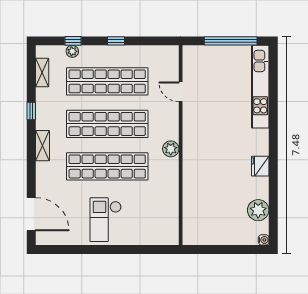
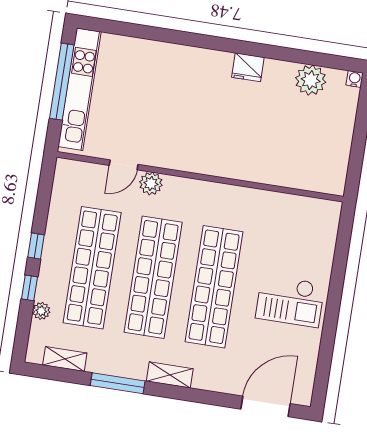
window: (73, 41) -> (29, 288), moved
kitchen unit: (260, 87) -> (80, 89), moved, turned -90
window: (31, 111) -> (118, 383), width x2.17
plant: (171, 149) -> (151, 183), moved

